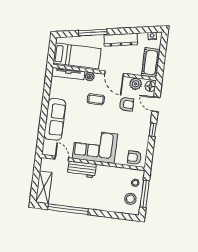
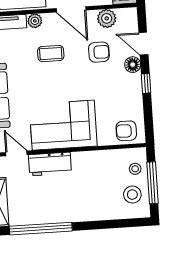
floor lamp: (150, 86) -> (133, 65), moved

